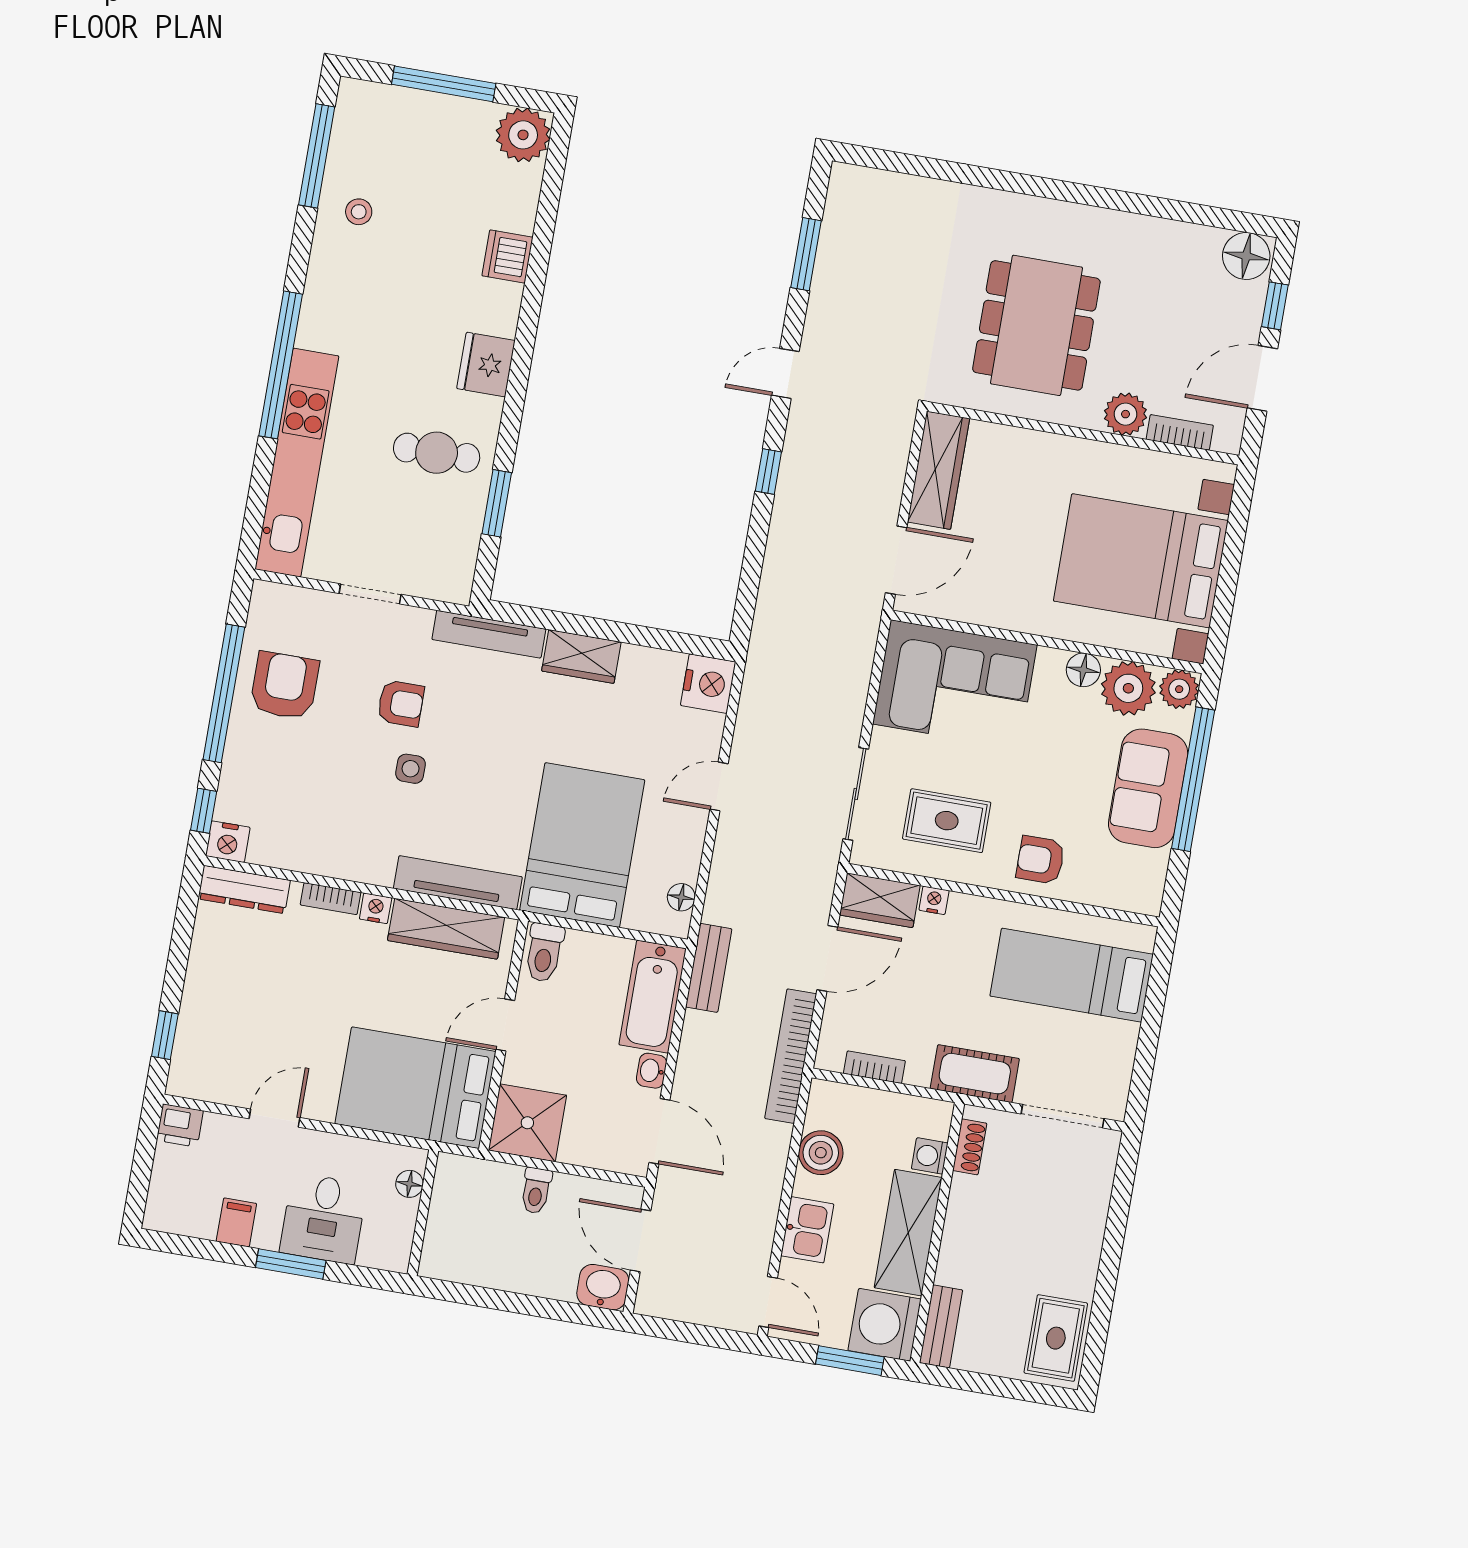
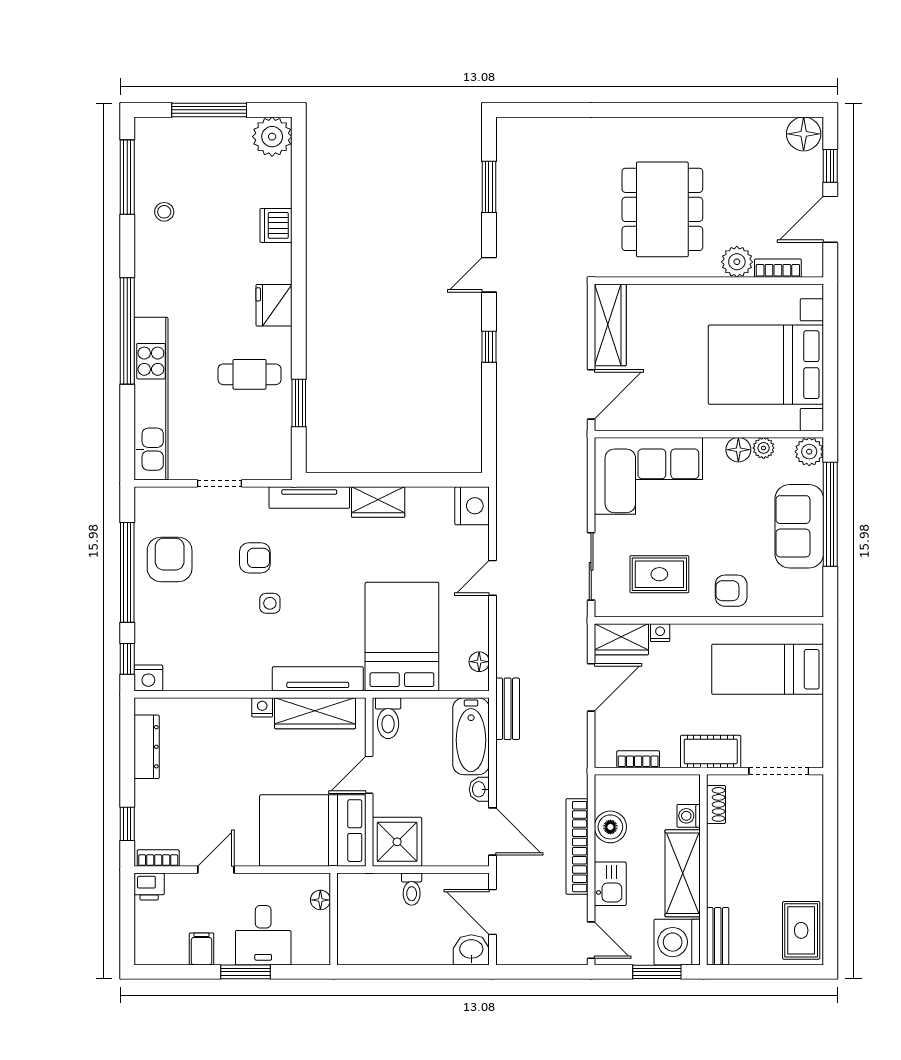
plant: (1128, 688) -> (764, 448), width x0.53, depth x0.53
dresser: (244, 890) -> (147, 747), moved, turned -90
bookcase: (331, 899) -> (158, 858), moved, turned 180
bookcase: (791, 1056) -> (577, 847), moved

